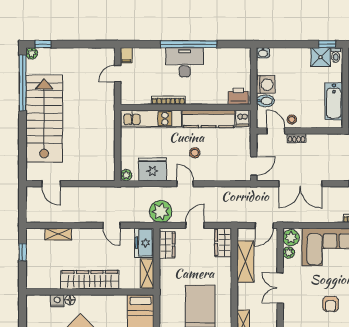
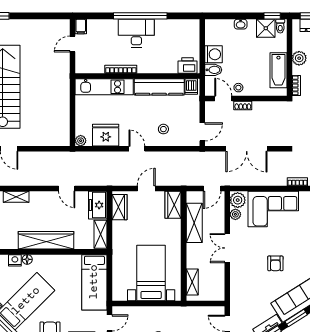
washbasin: (263, 53) -> (241, 24), moved
stool: (195, 153) -> (163, 129), moved
plant: (161, 211) -> (114, 175), removed

